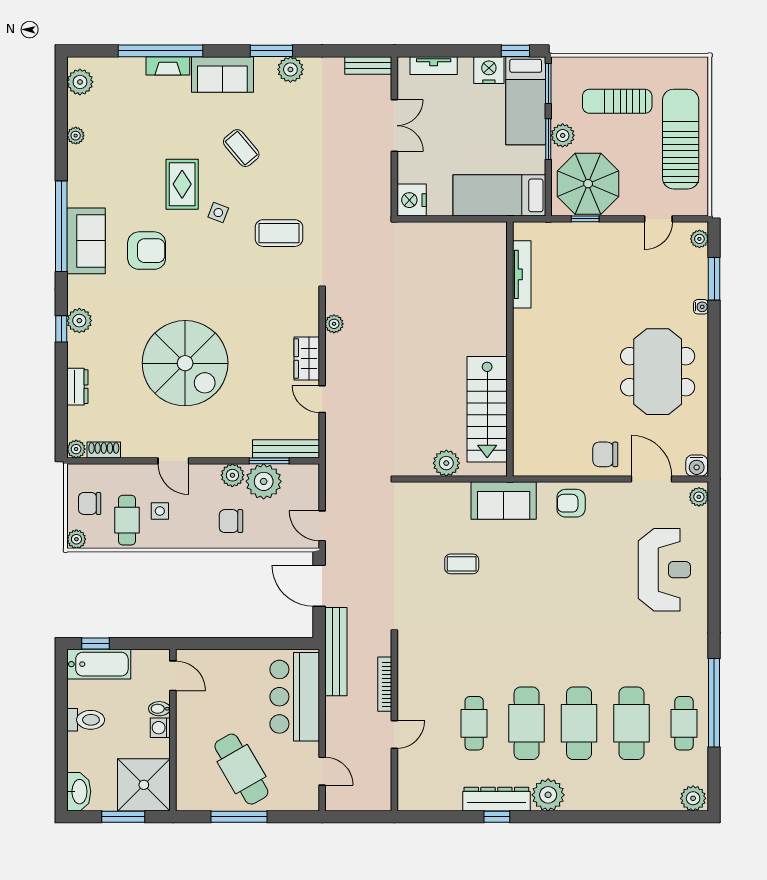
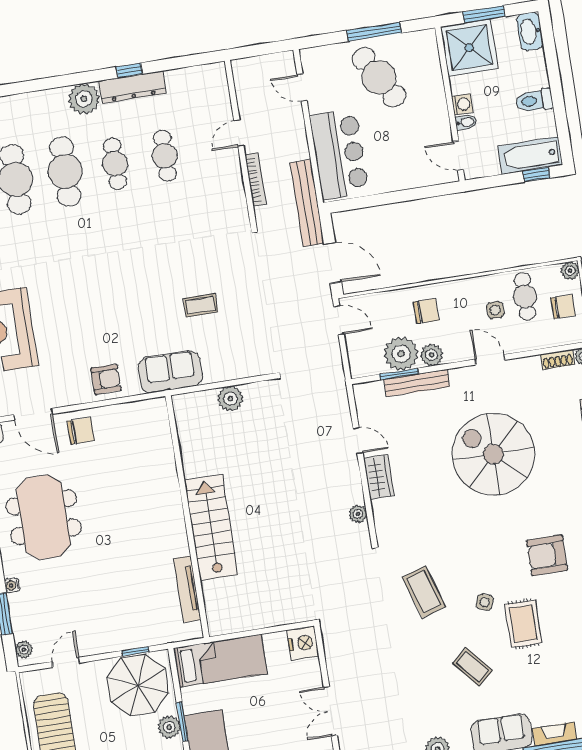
coffee table: (279, 233) -> (424, 592), turned 73
stairs: (487, 409) -> (211, 527), moved
bench: (286, 449) -> (417, 383), moved
cafe table: (527, 723) -> (115, 164), width x0.73, depth x0.74

